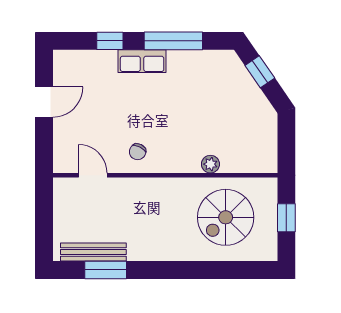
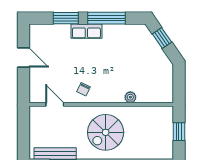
window: (110, 41) -> (66, 18), width x1.50
door: (44, 102) -> (24, 57), hinge flipped
spiral stairs: (226, 217) -> (106, 132), moved

